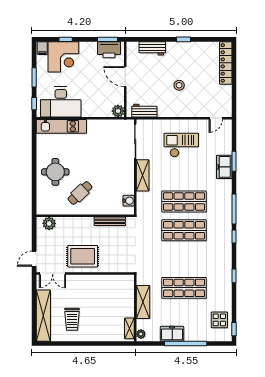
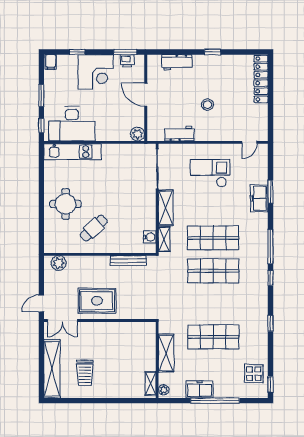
printer: (109, 50) -> (127, 61), width x0.53, depth x0.68
corner desk: (63, 57) -> (96, 72), moved
workbench: (144, 111) -> (179, 134), moved
shelving: (141, 203) -> (164, 239), added

